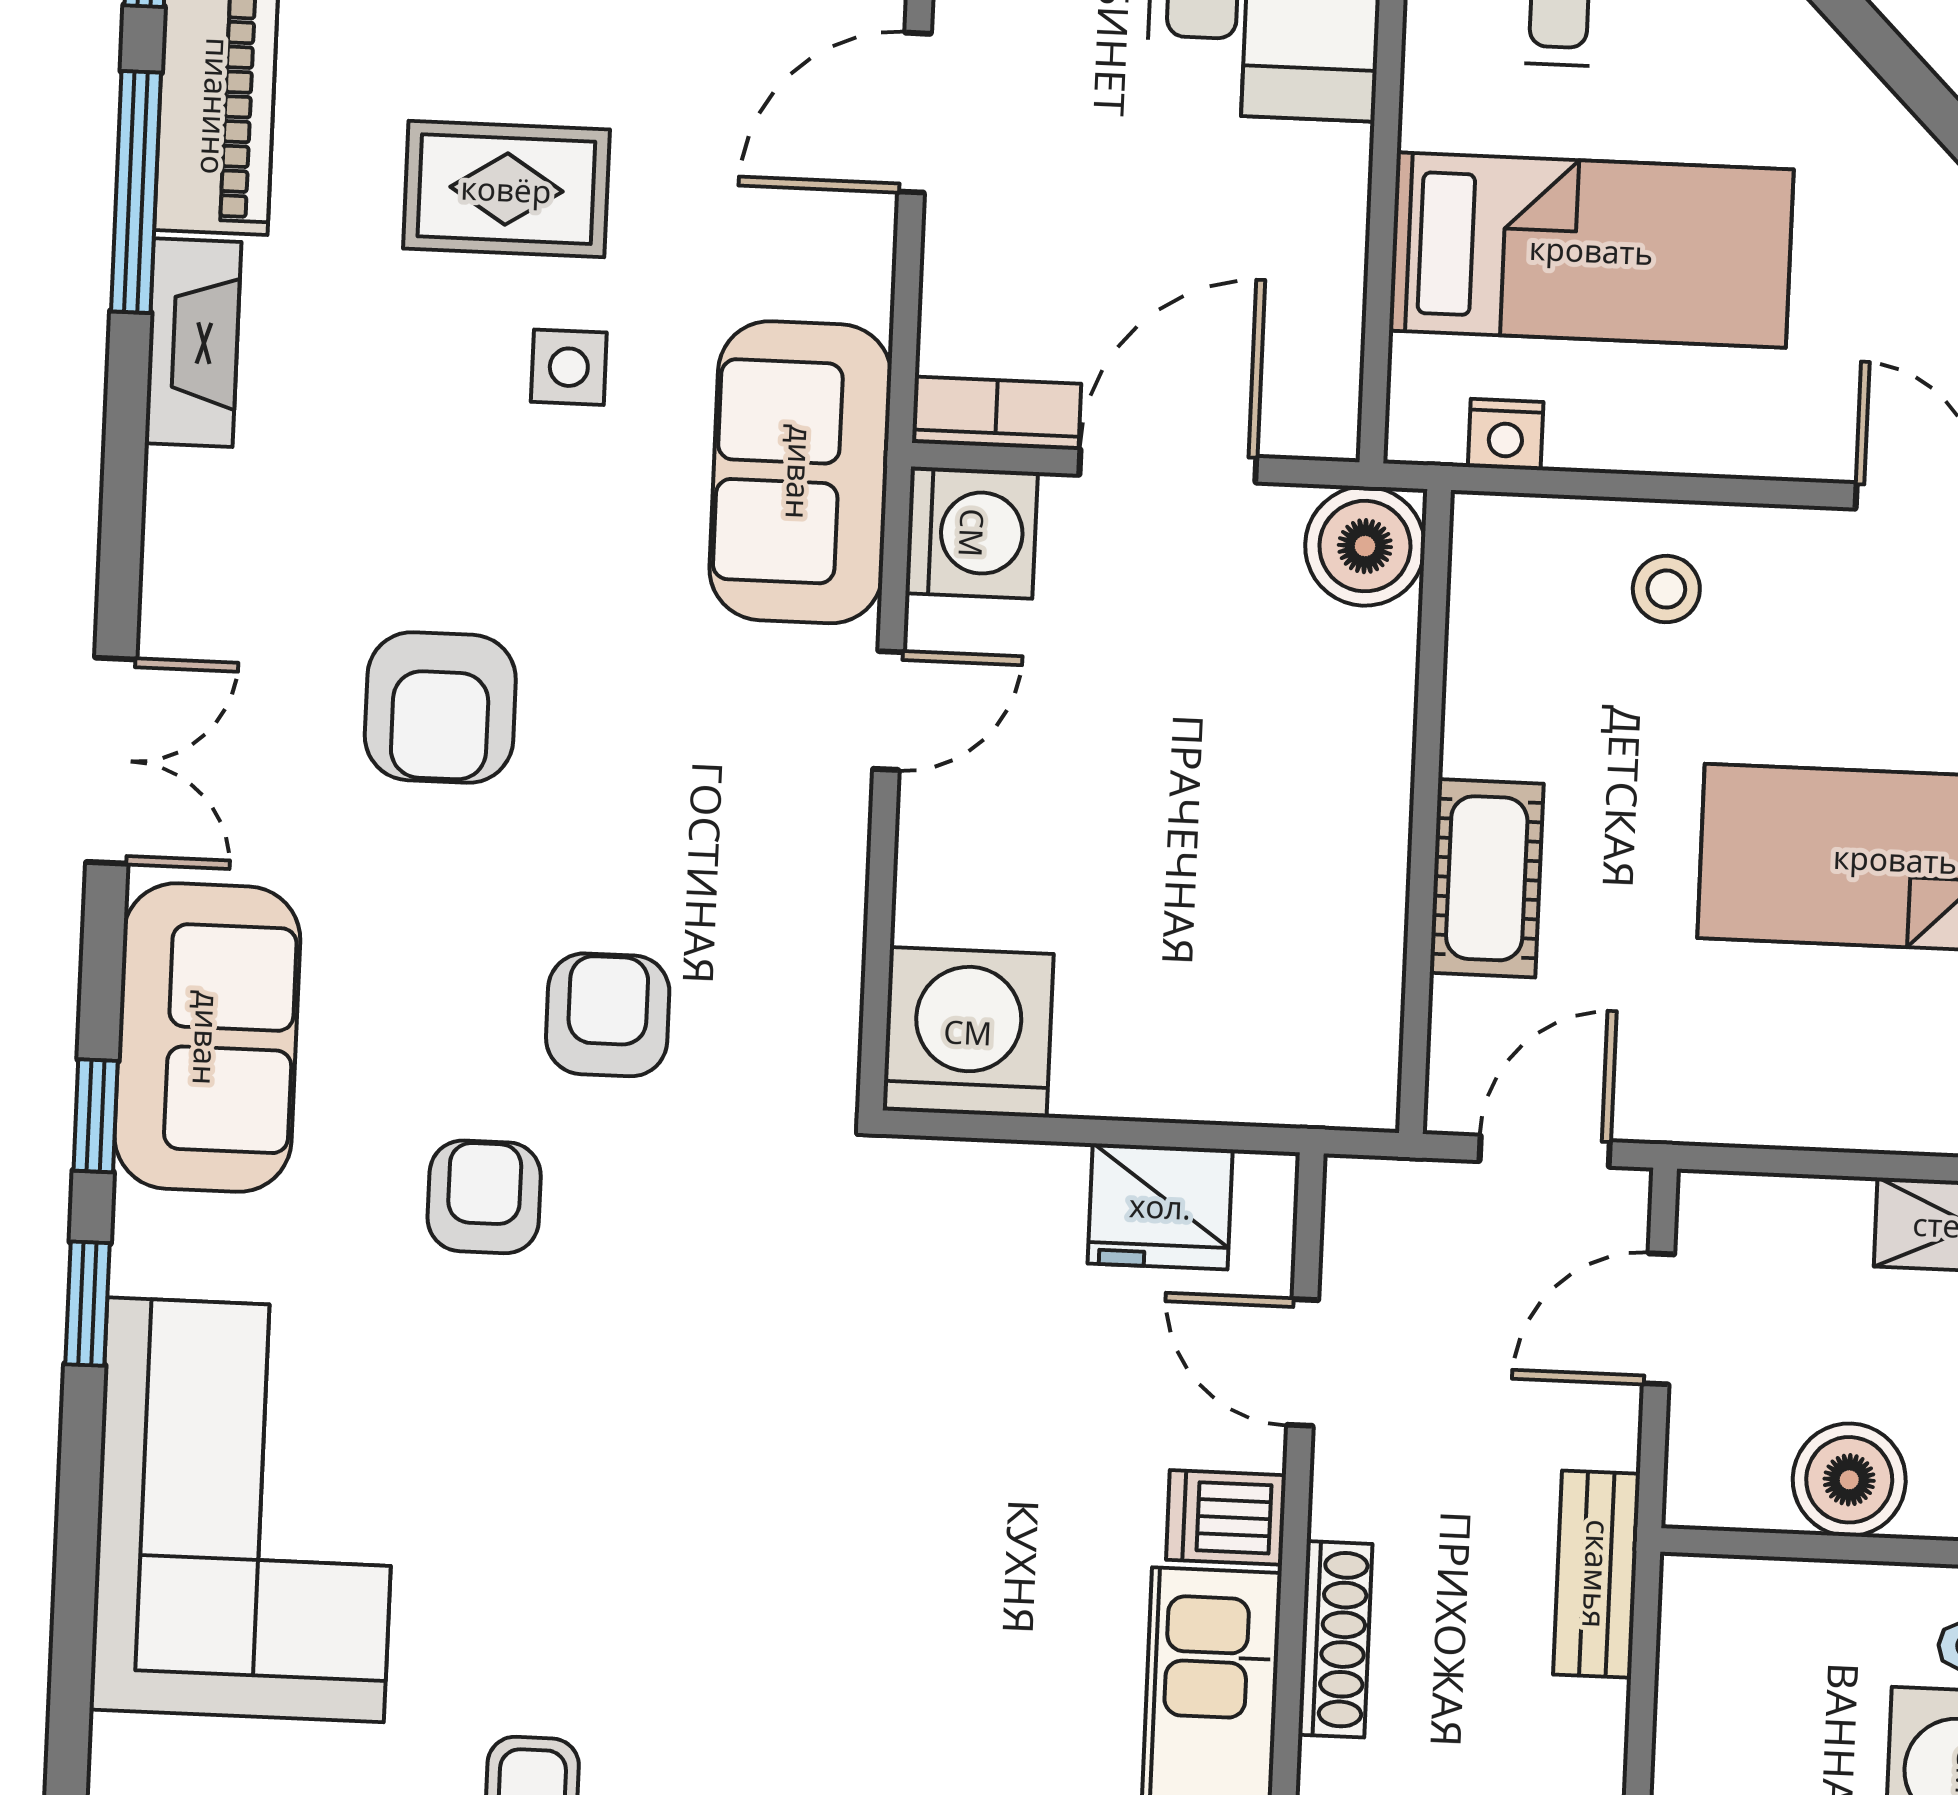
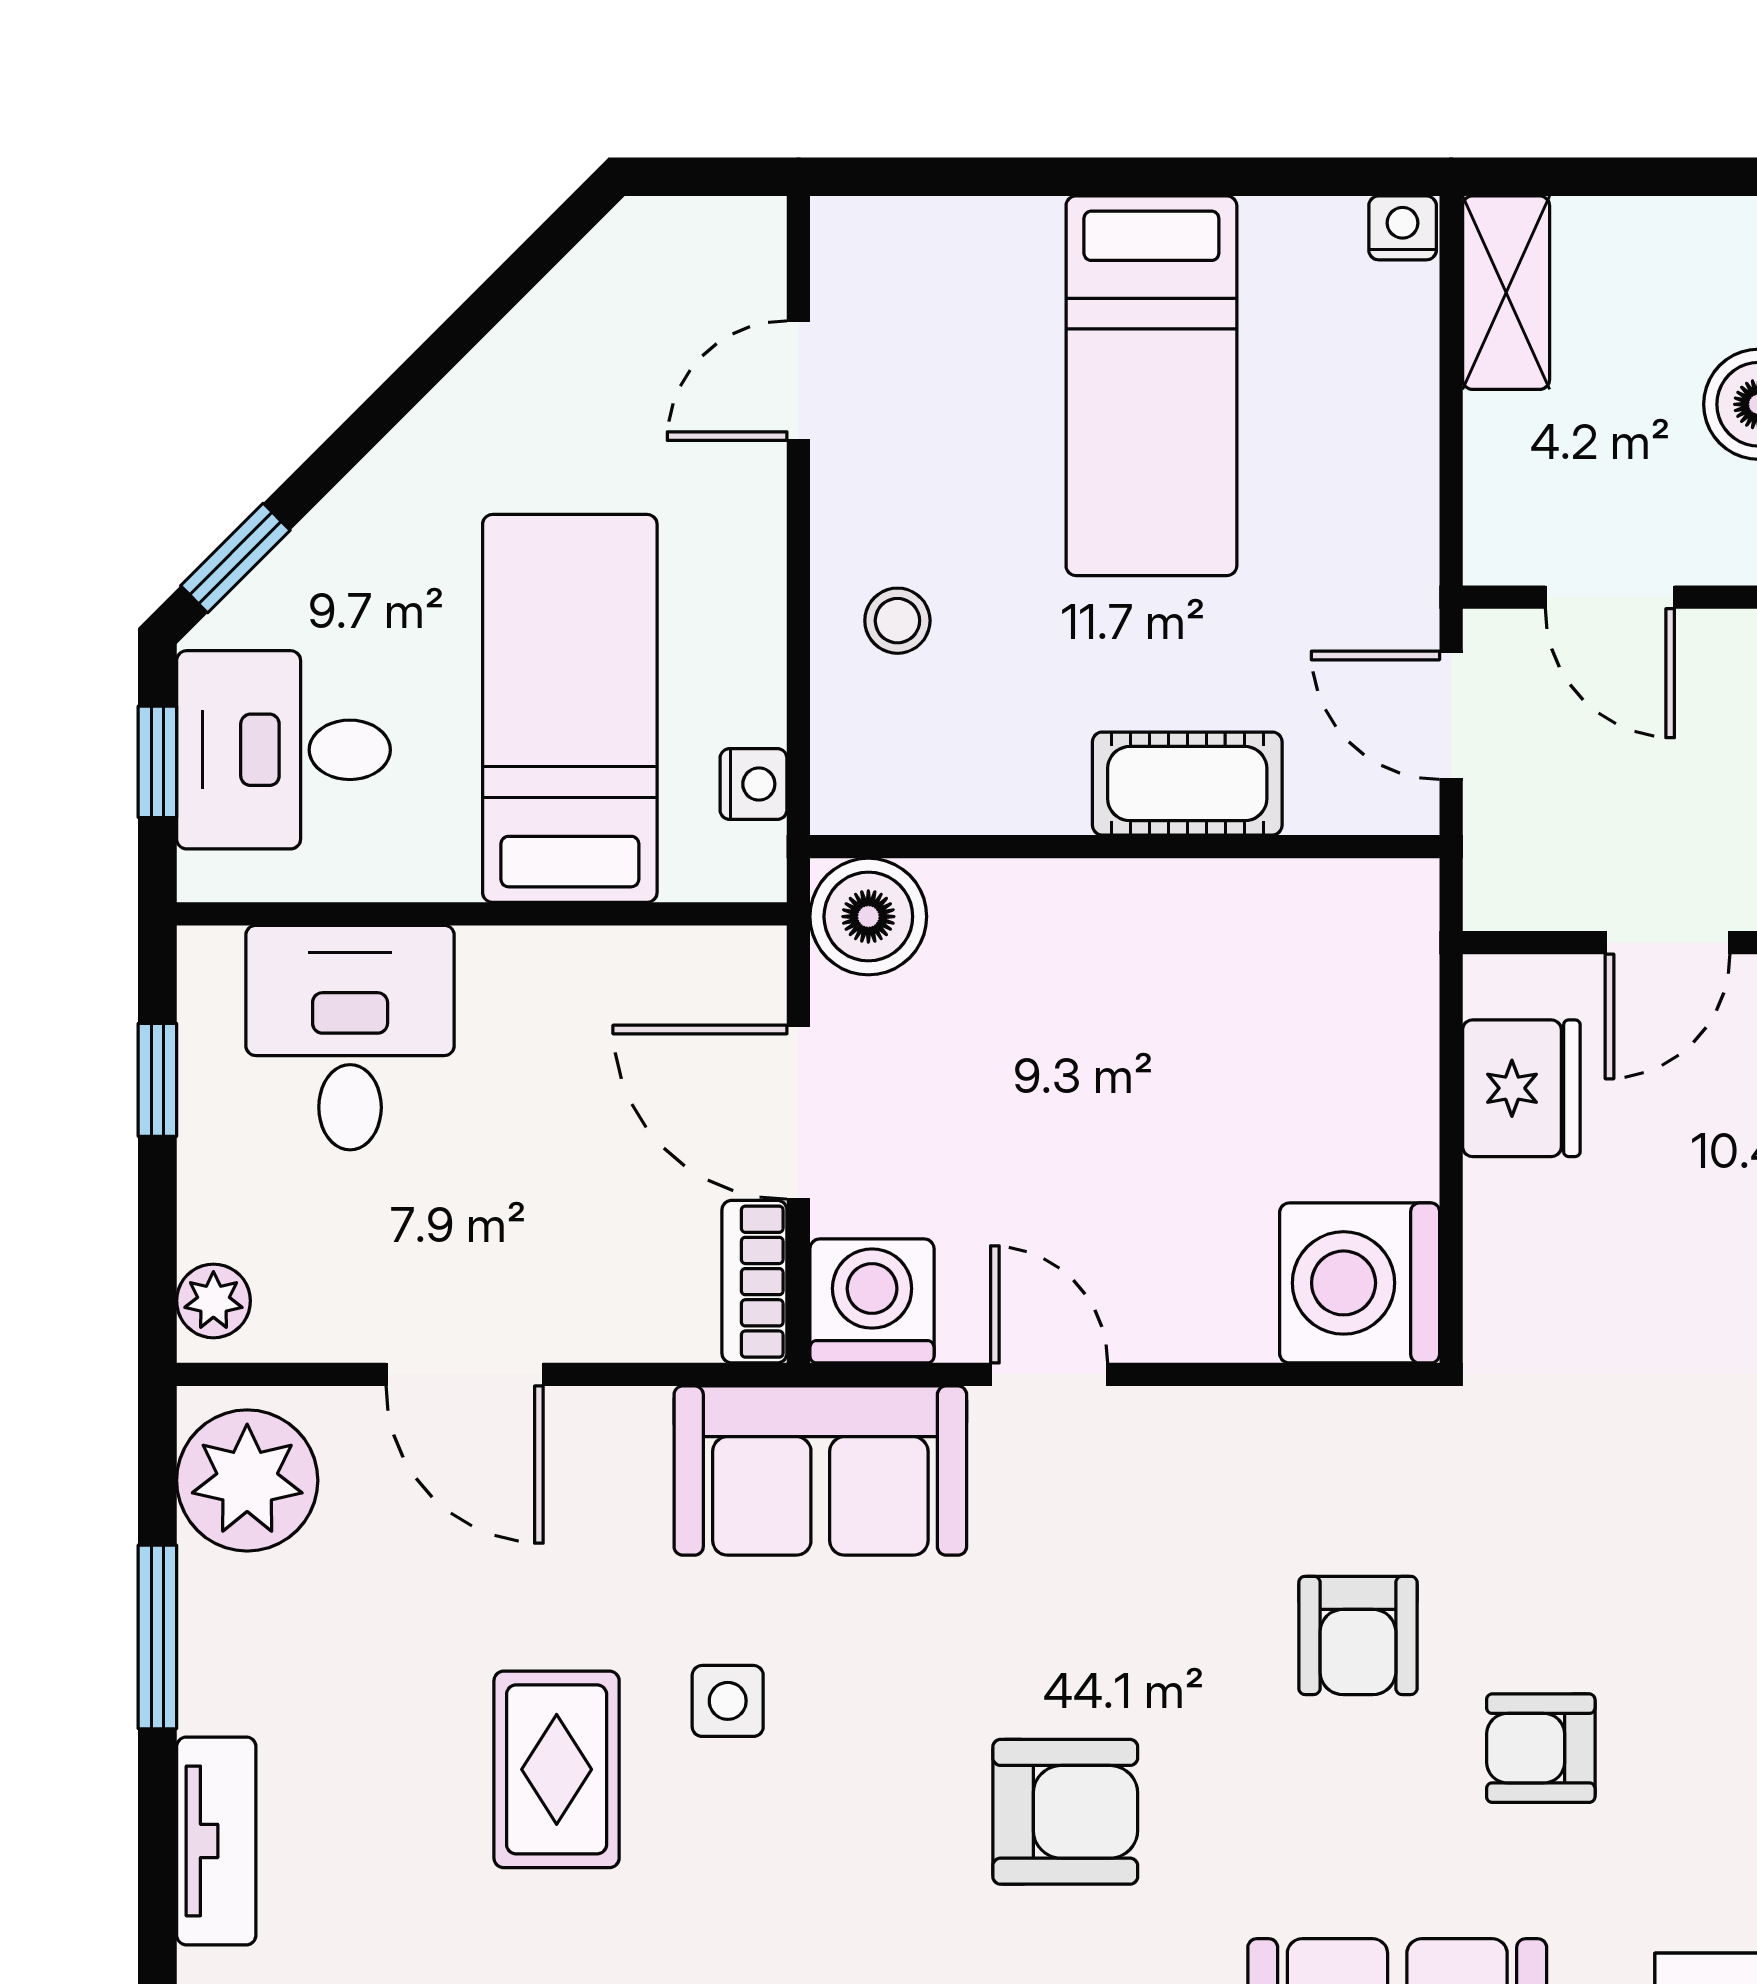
armchair: (608, 1015) -> (1358, 1635), turned -90

